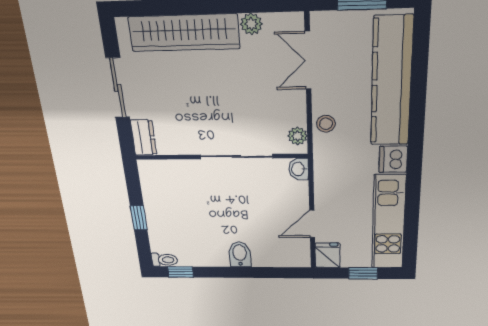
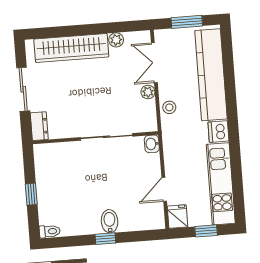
plant: (298, 136) -> (148, 92), moved
window: (181, 272) -> (105, 239), moved

